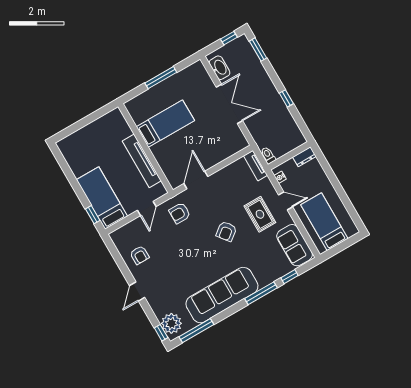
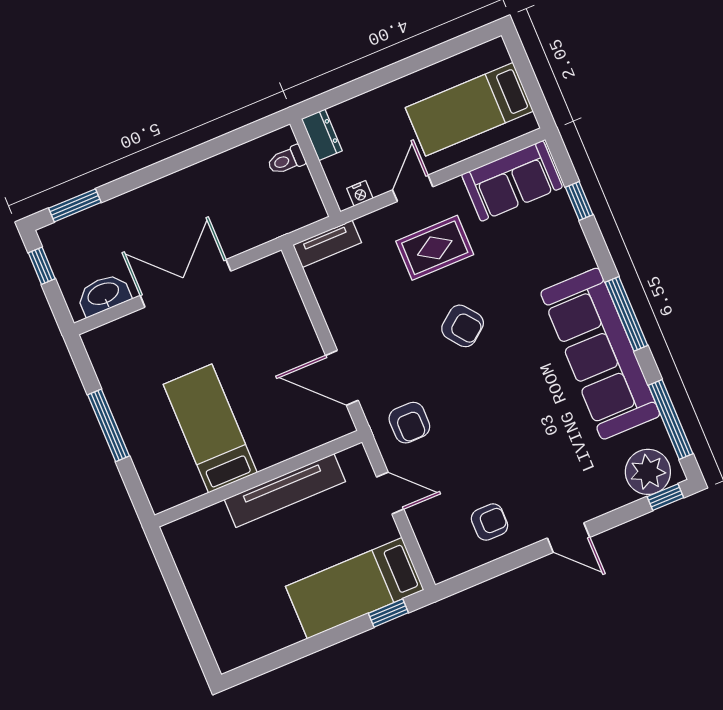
window: (286, 98) -> (190, 157), removed
toilet: (268, 155) -> (286, 160), moved
window: (261, 293) -> (626, 314), moved

